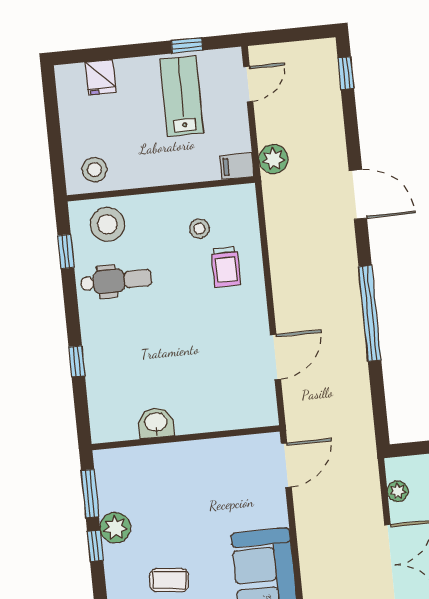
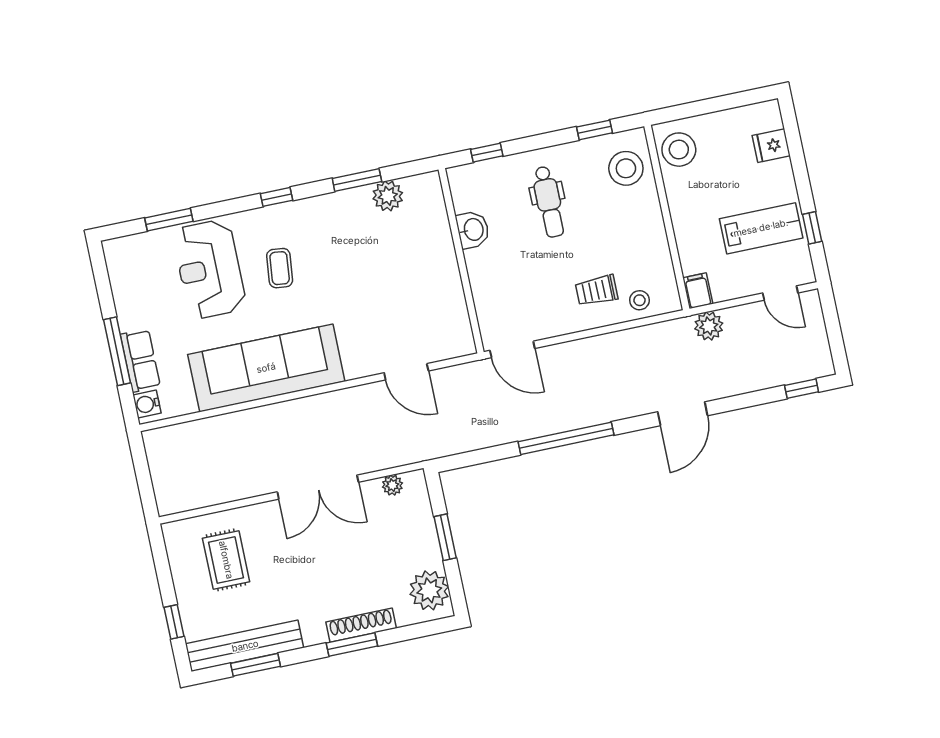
stool: (94, 170) -> (679, 150), width x1.38, depth x1.38
stool: (199, 229) -> (639, 300), moved
dental chair: (116, 281) -> (549, 202), moved
washbasin: (156, 423) -> (473, 230), moved
wall: (186, 438) -> (461, 261), moved
plant: (115, 528) -> (388, 196), moved
window: (95, 546) -> (277, 197), moved

